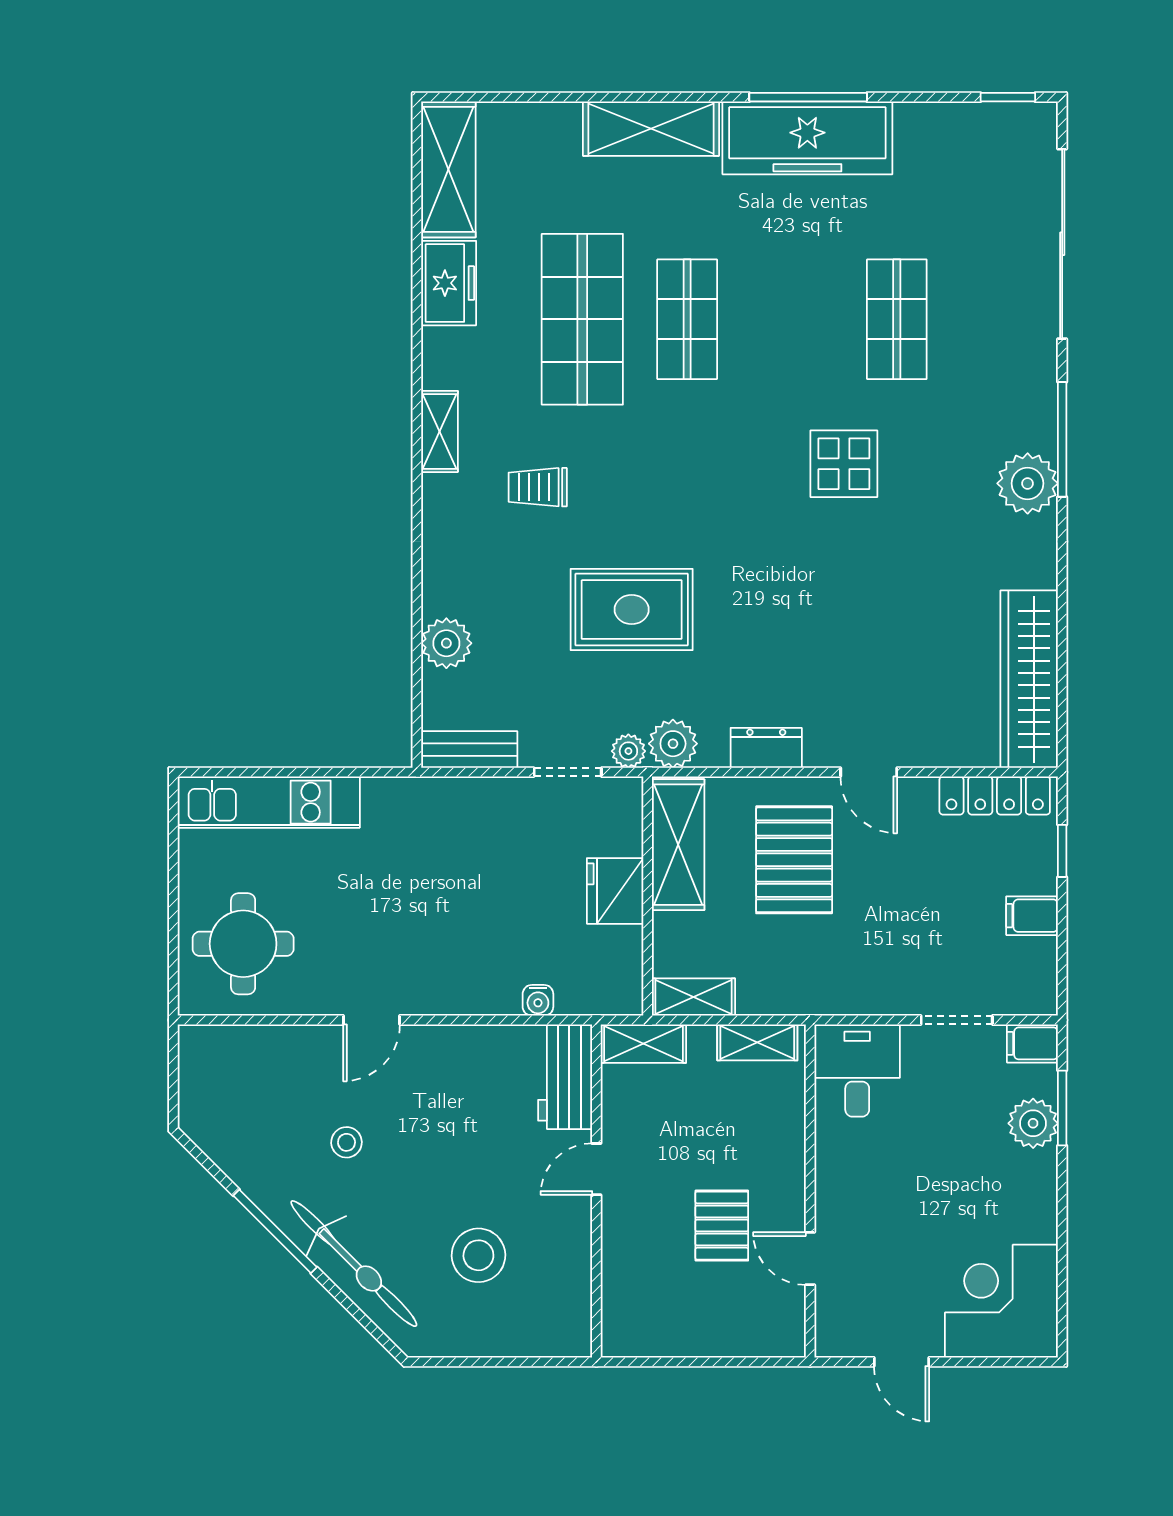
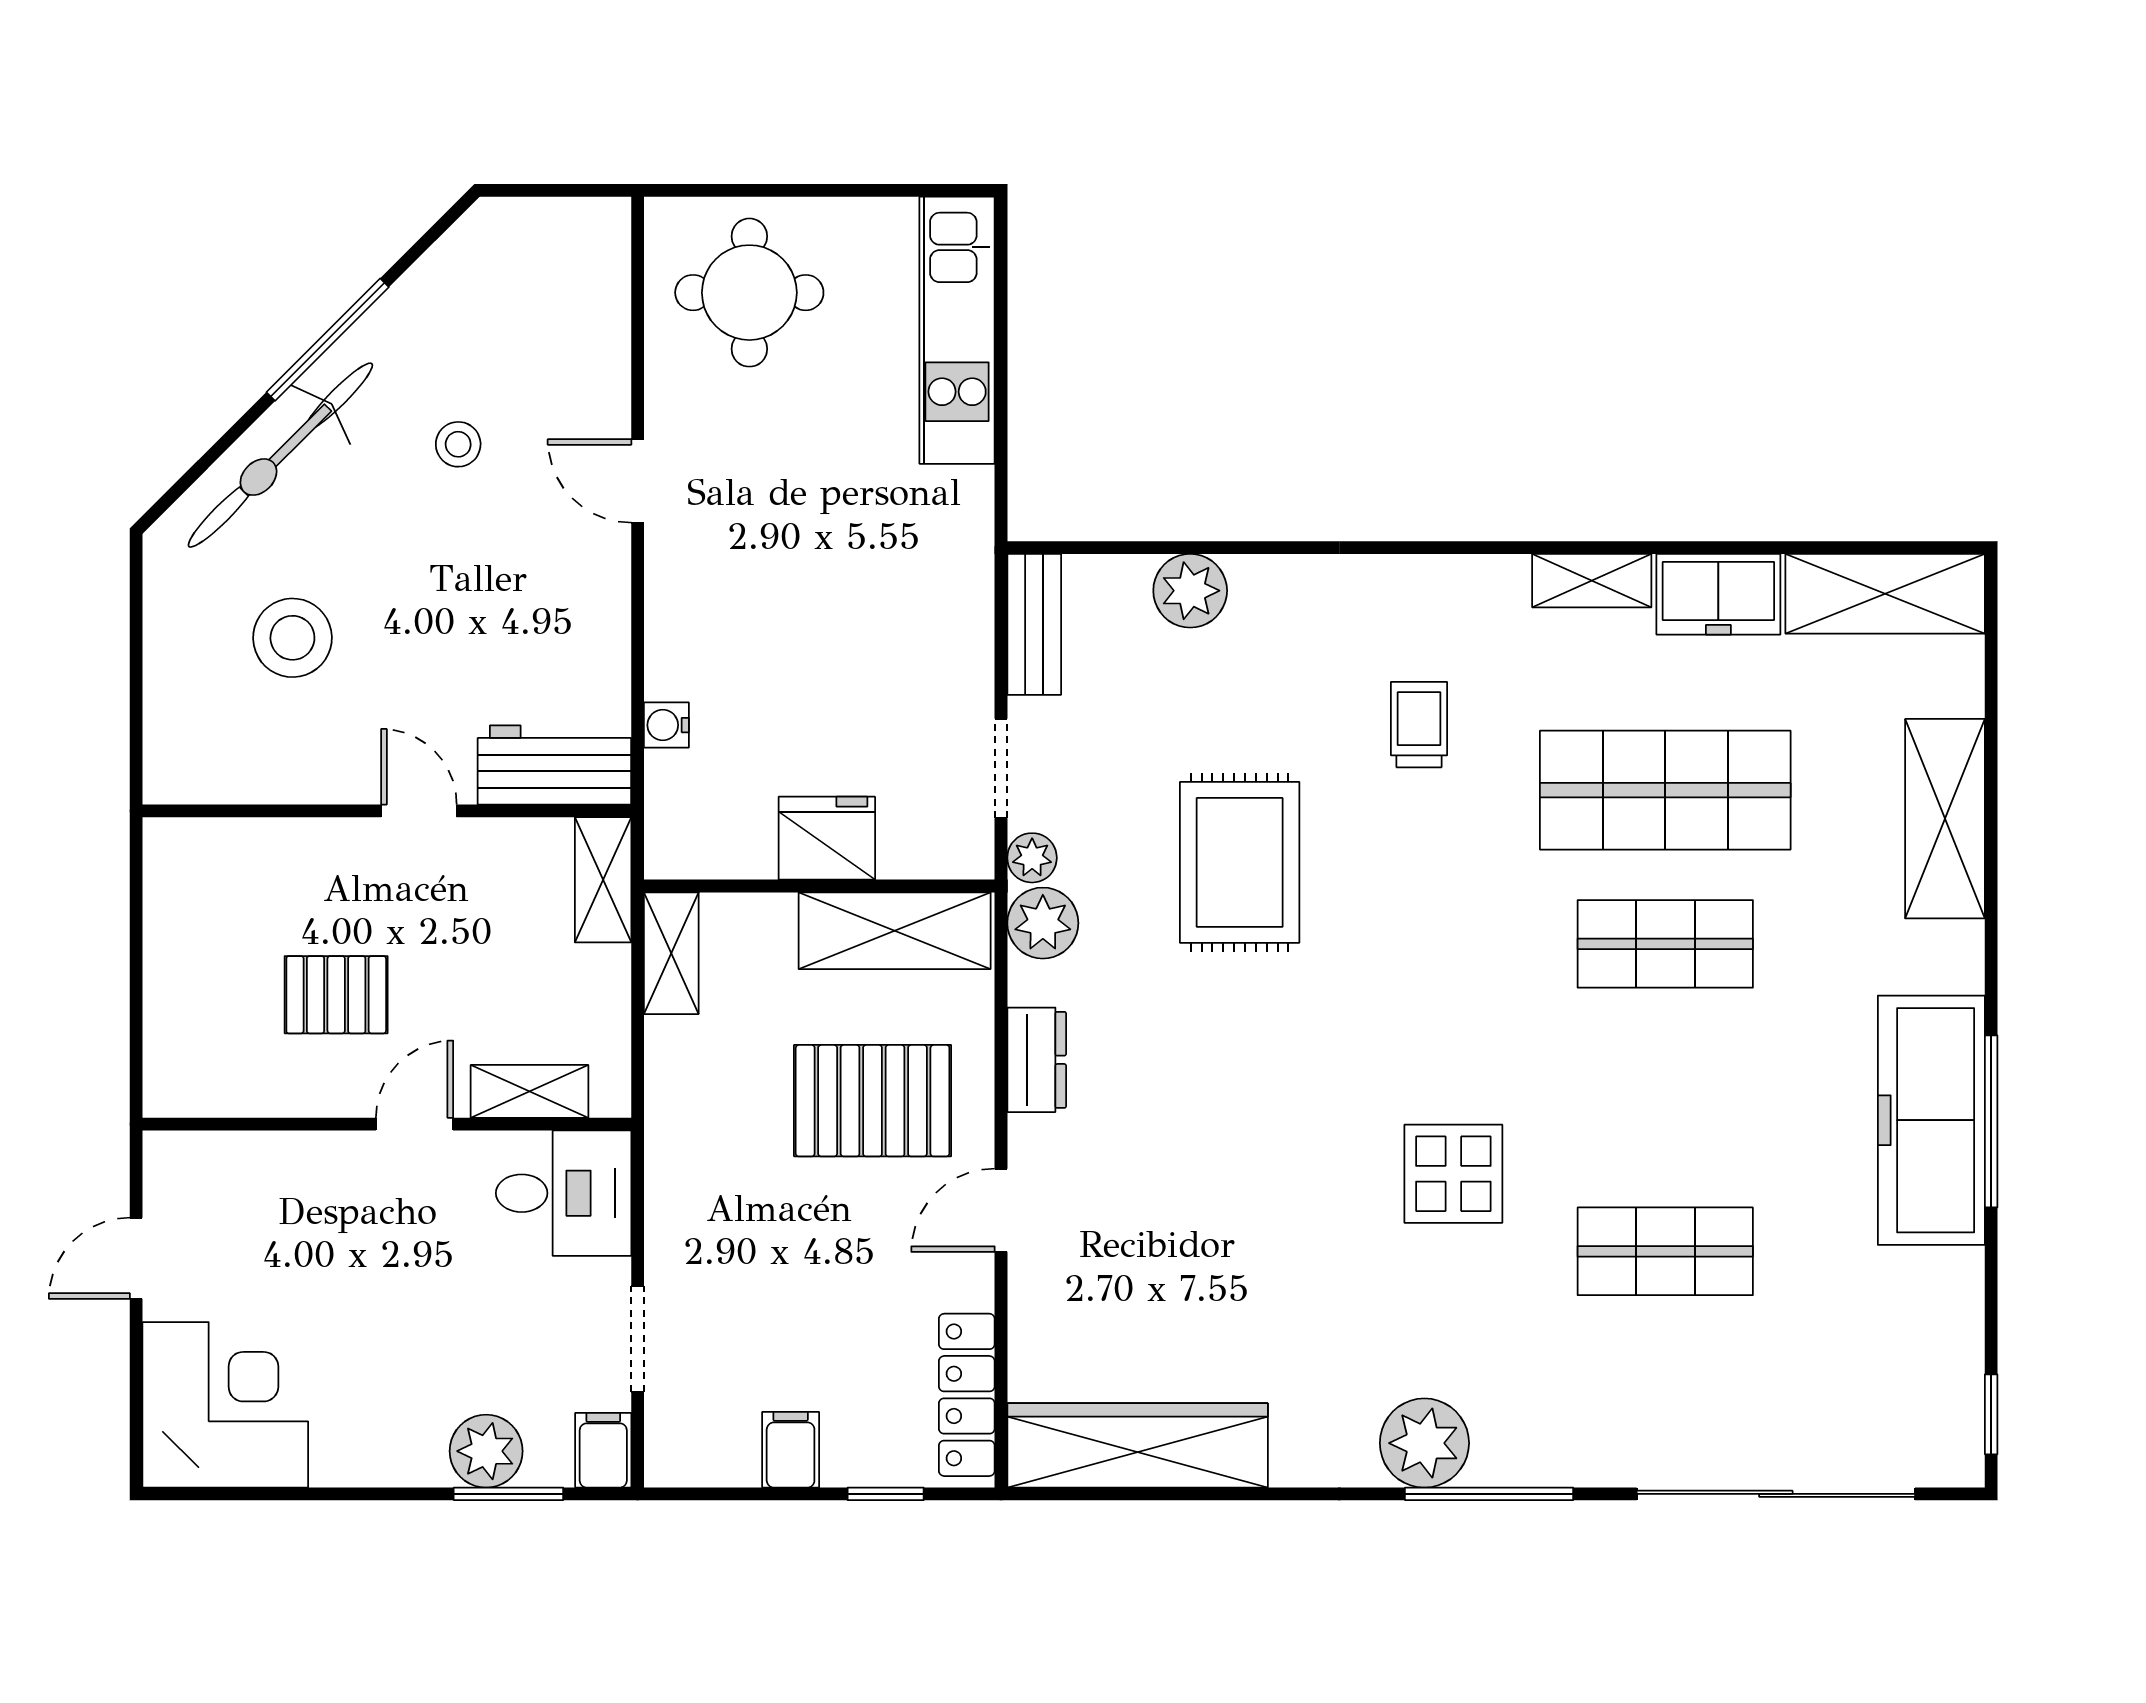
shelving: (651, 129) -> (1945, 819), moved
shelving: (440, 431) -> (1592, 581), moved
shelving: (757, 1042) -> (529, 1091), moved, turned 90
door: (810, 1259) -> (414, 1124), moved

